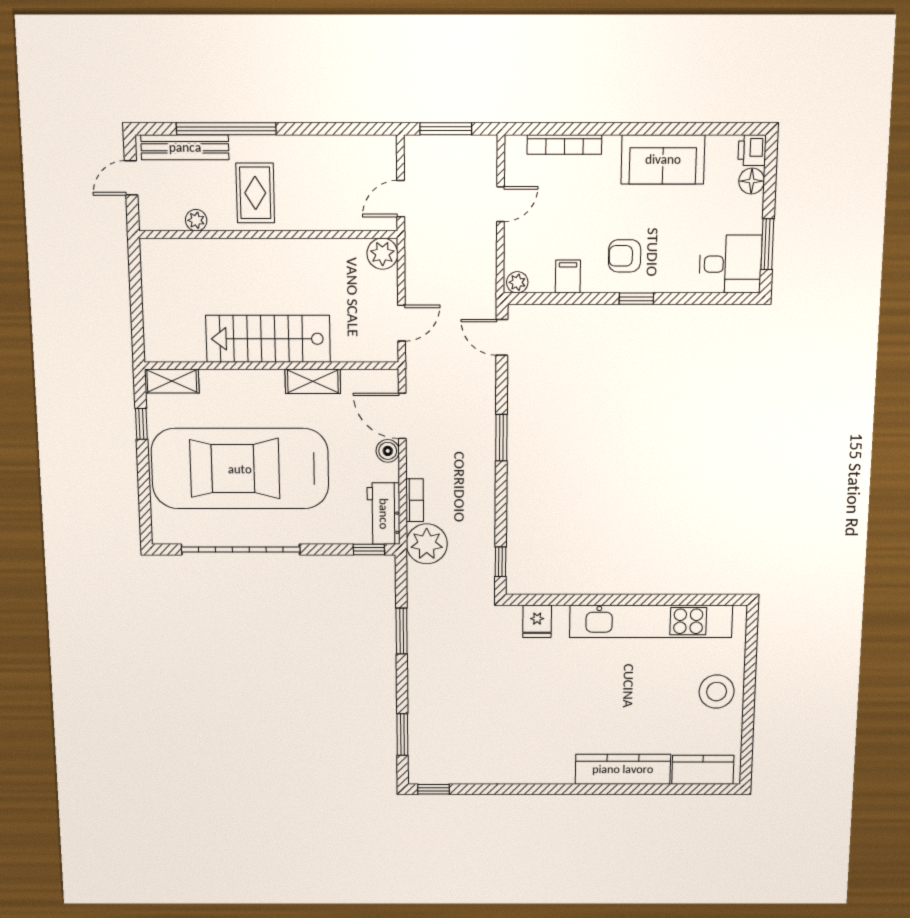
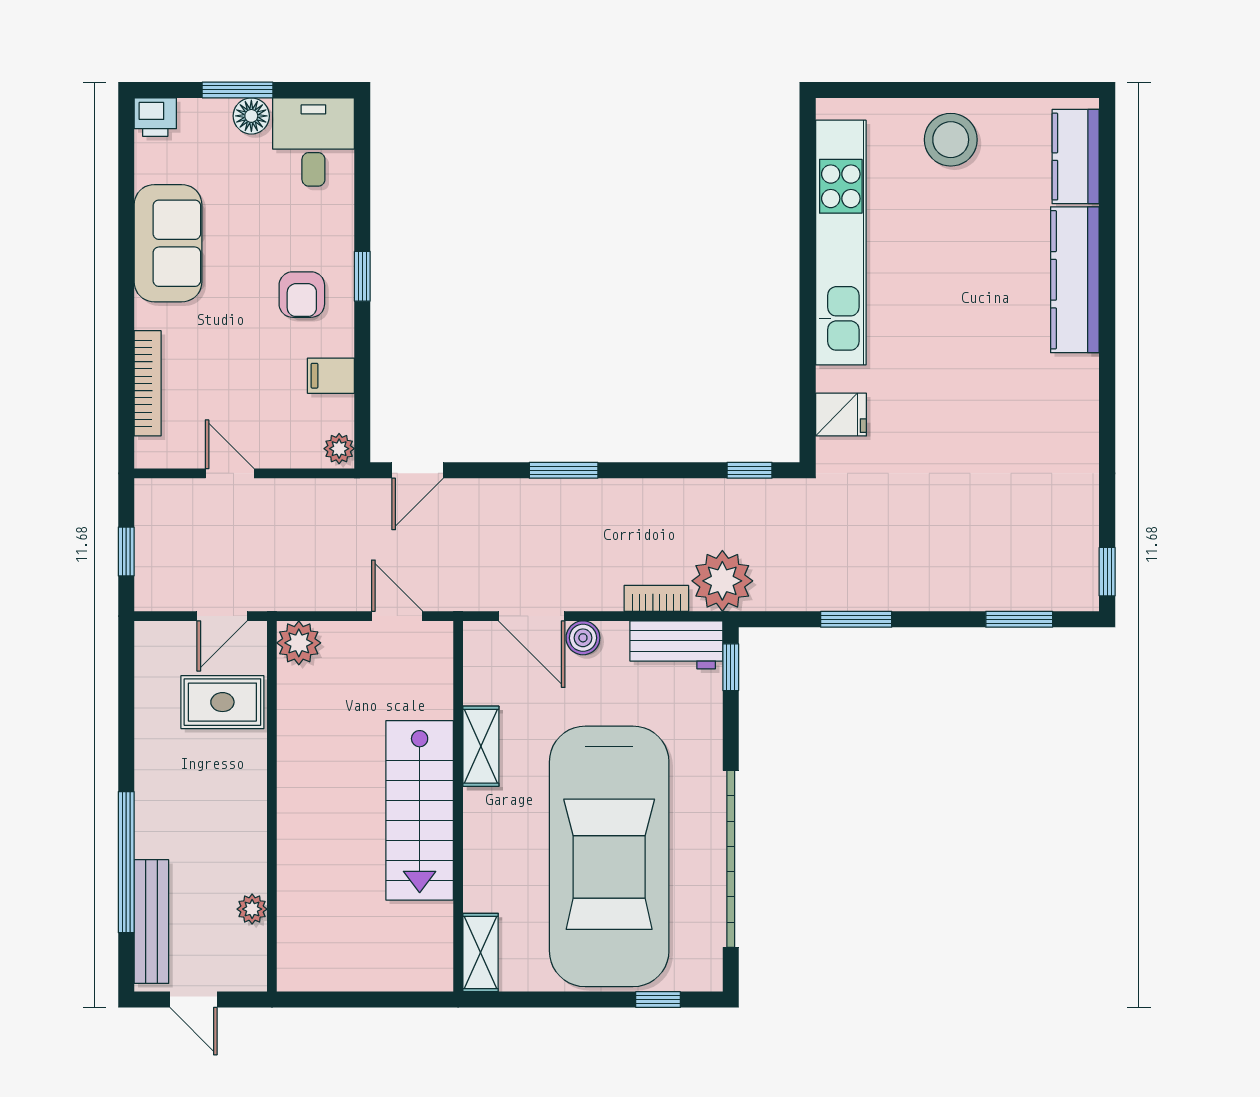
window: (446, 129) -> (126, 552), width x0.67
floor lamp: (752, 181) -> (251, 116), moved
rug: (255, 193) -> (222, 702), moved
door: (401, 199) -> (222, 616), hinge flipped
window: (767, 244) -> (237, 90), moved
door: (402, 416) -> (532, 616), hinge flipped
window: (141, 424) -> (658, 1000), moved

